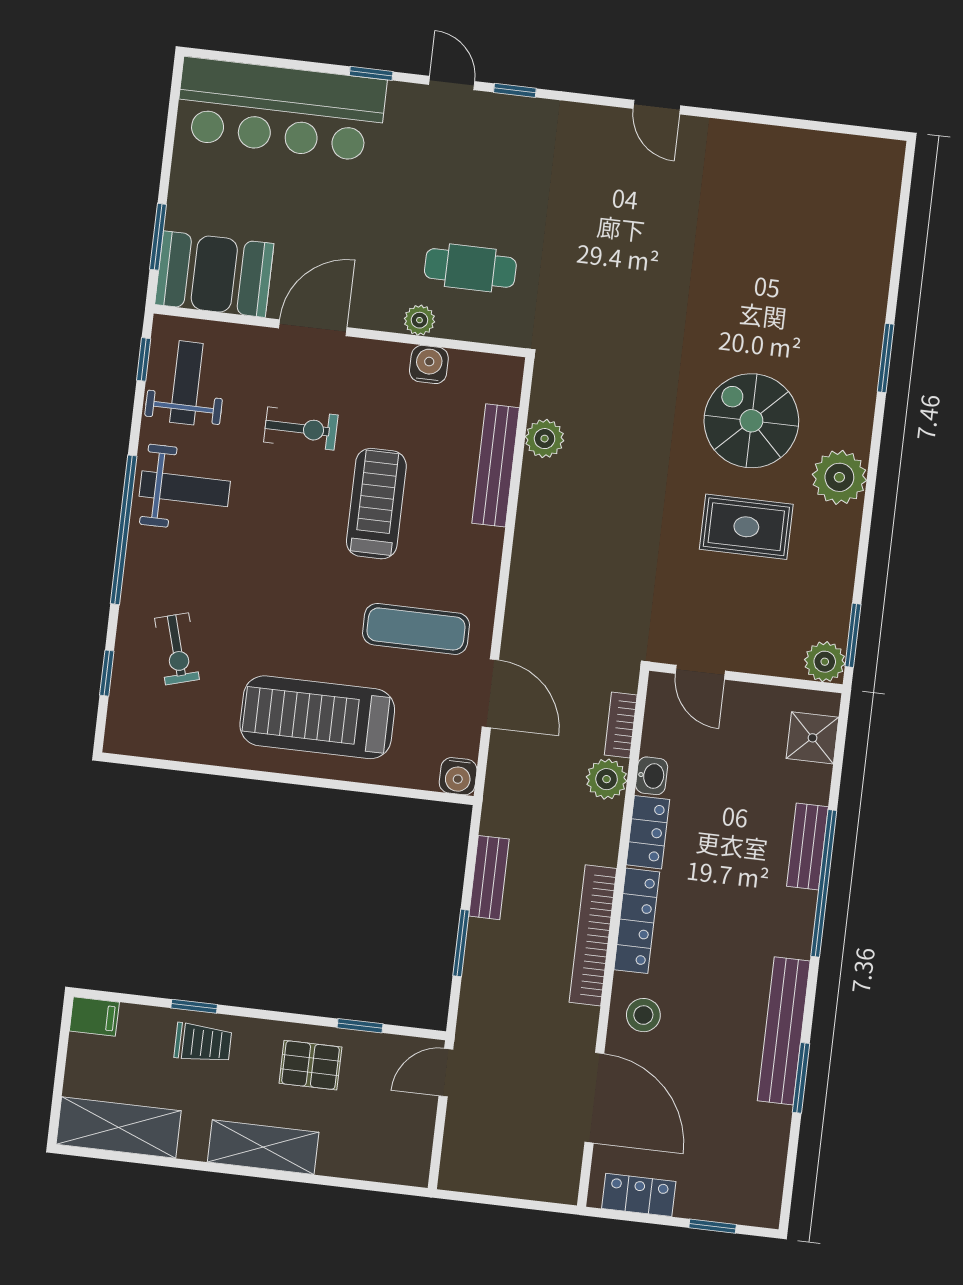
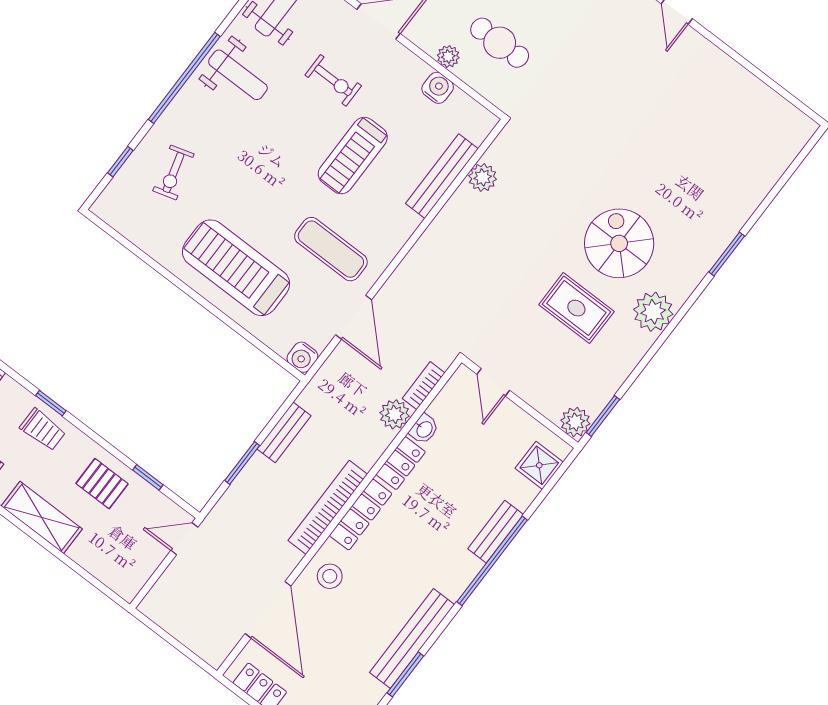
treadmill: (376, 504) -> (353, 156), turned 180

